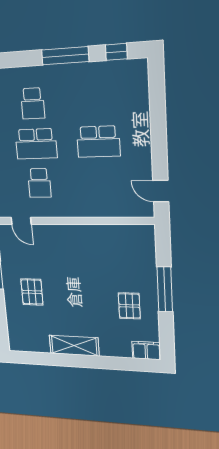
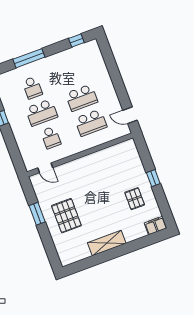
window: (65, 56) -> (29, 58), moved
school desk: (101, 182) -> (91, 123), added
window: (165, 289) -> (153, 178), width x0.46
pallet: (32, 292) -> (66, 216), width x1.50, depth x1.42

